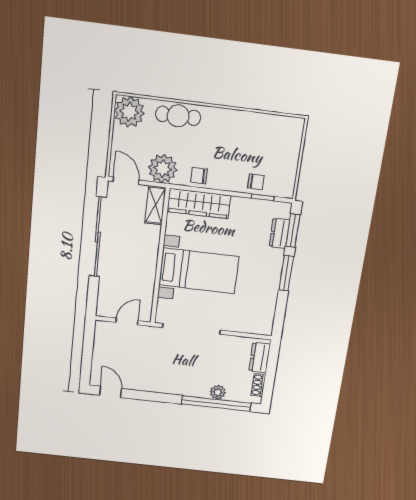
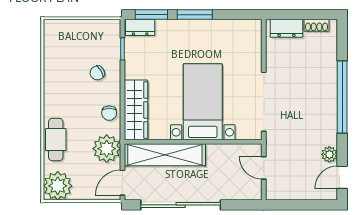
chair: (256, 182) -> (97, 73), moved, turned -121
shelving: (155, 205) -> (165, 155), width x2.20, depth x1.33
dresser: (279, 233) -> (140, 27), moved
plant: (218, 392) -> (329, 154), moved
window: (216, 403) -> (342, 97), moved

